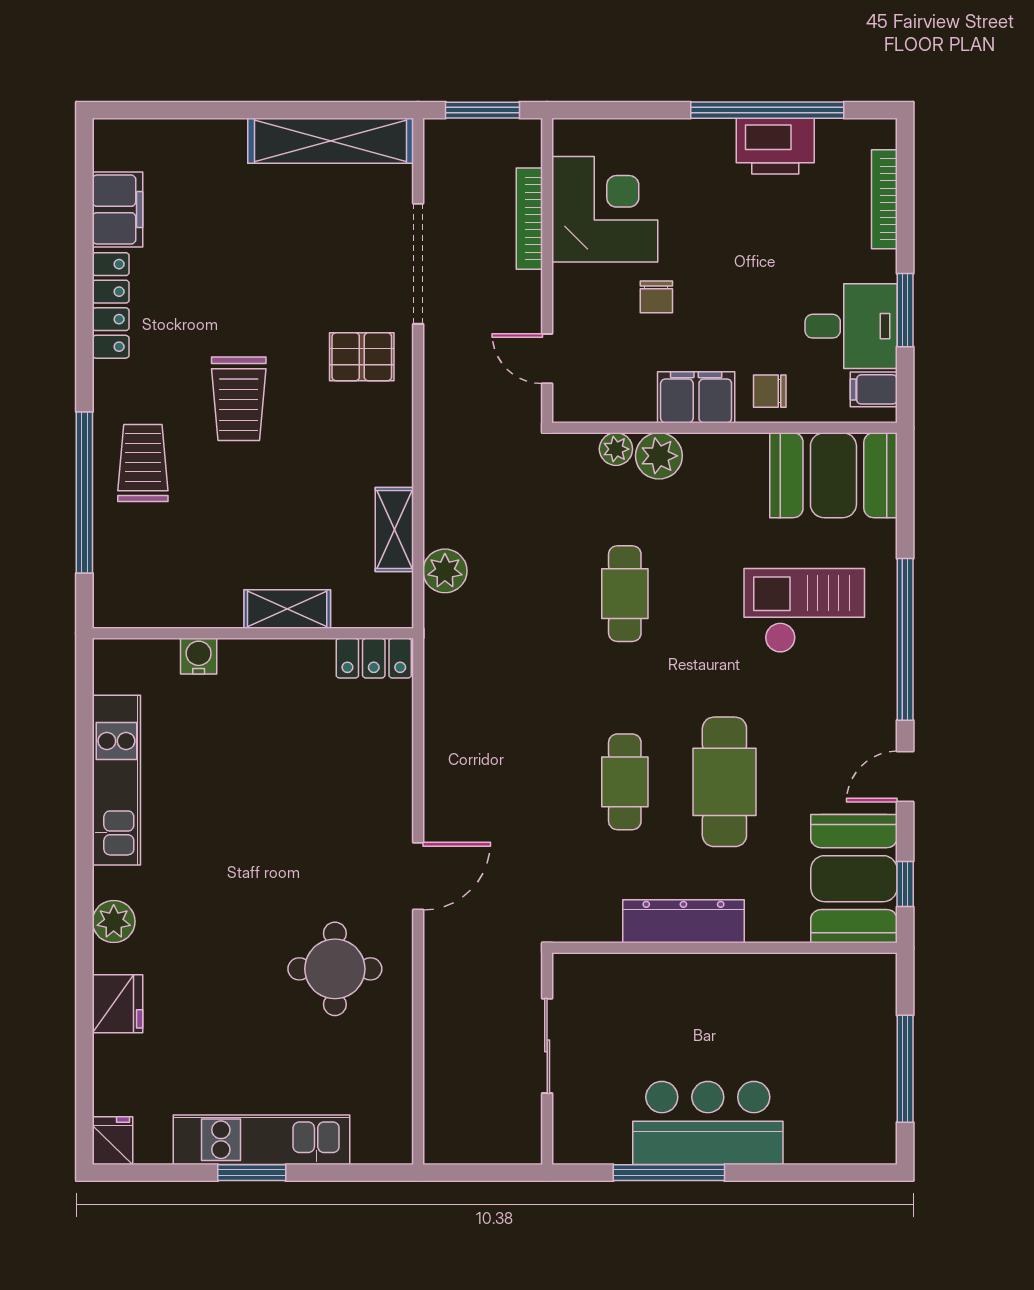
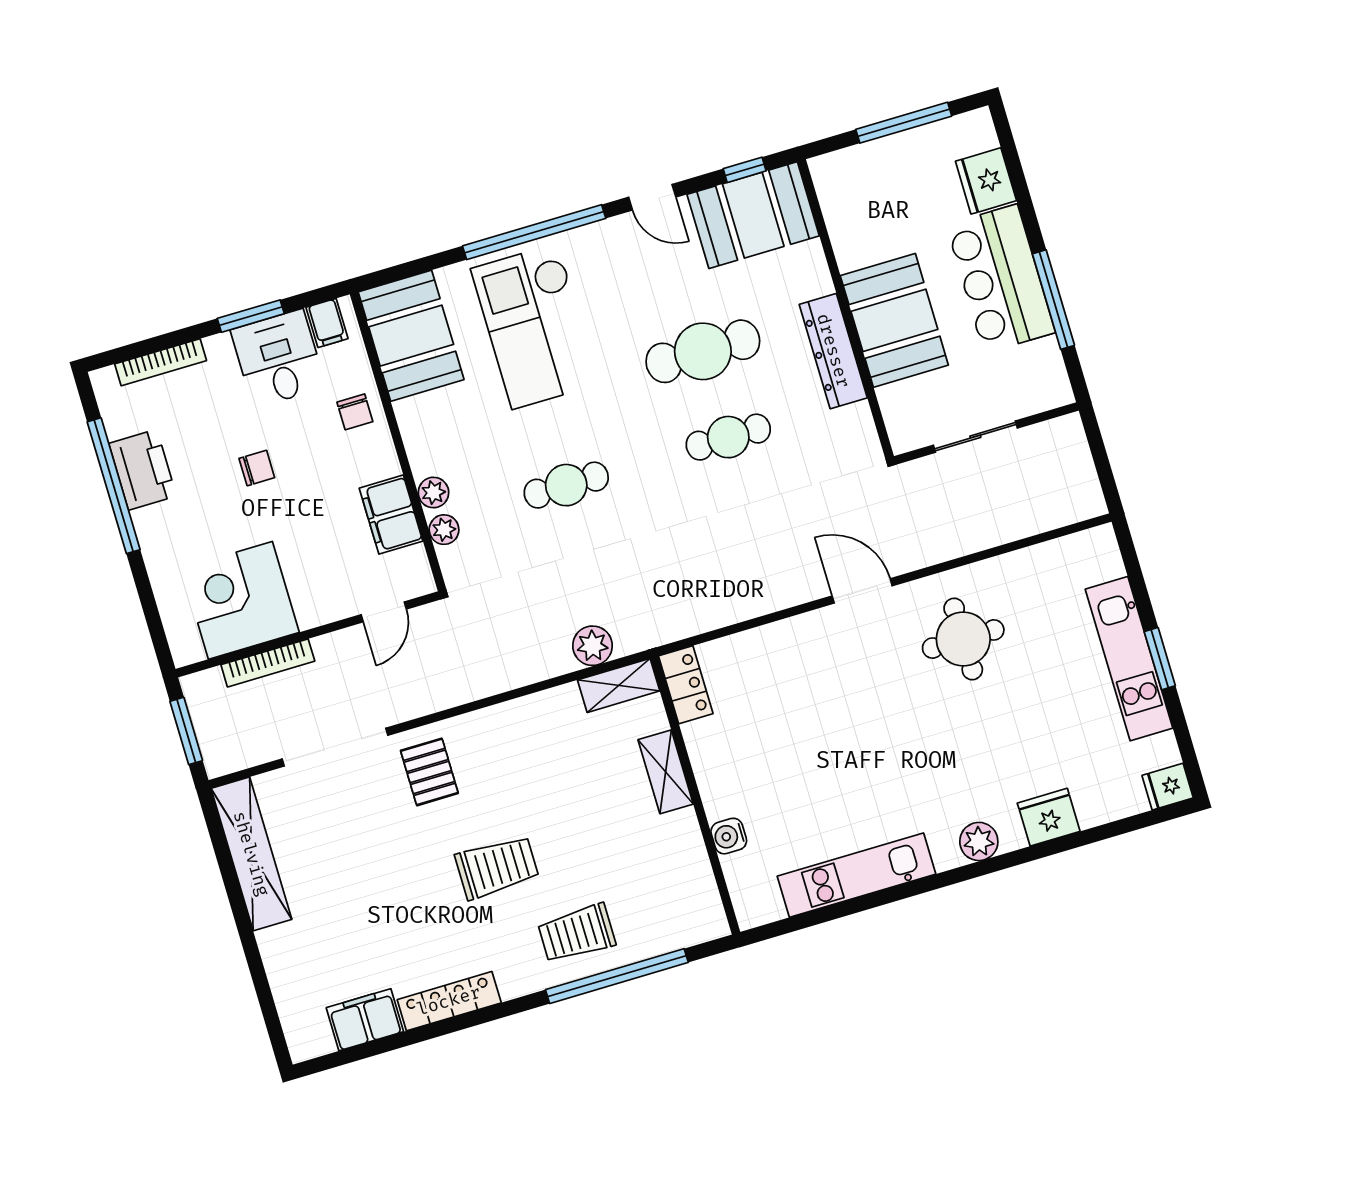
chair: (656, 297) -> (257, 468), moved
filing cabinet: (696, 397) -> (391, 515), moved
plant: (659, 456) -> (433, 492), width x0.73, depth x0.73
shelving: (394, 530) -> (619, 685), moved
checkout: (804, 611) -> (535, 326), width x1.36, depth x1.21
booth: (697, 996) -> (894, 320), added
fridge: (817, 1138) -> (986, 181), added

